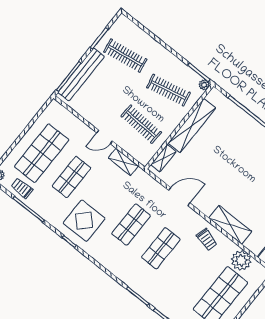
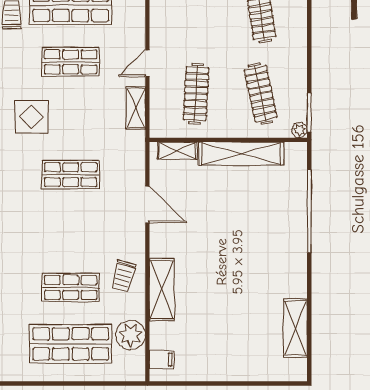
door: (105, 137) -> (147, 63), hinge flipped
display table: (84, 221) -> (32, 117), width x0.73, depth x0.73
shop shelf: (161, 248) -> (71, 287), moved

